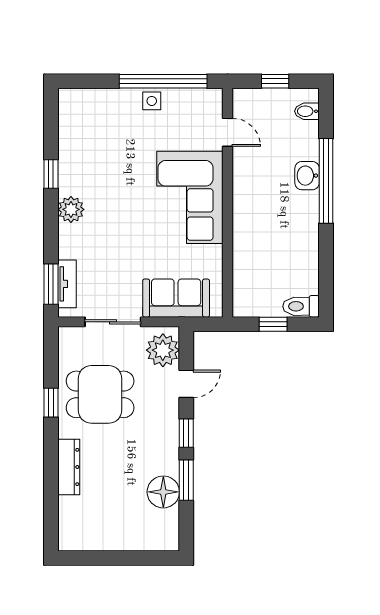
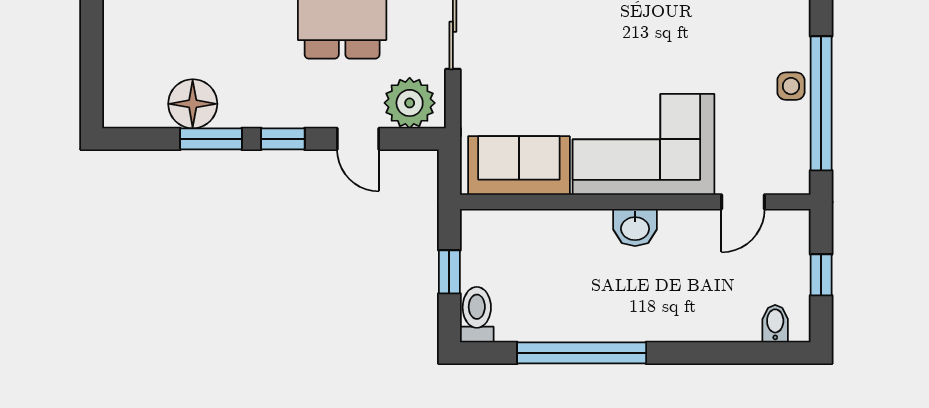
washbasin: (307, 176) -> (635, 228), moved, turned 180
window: (326, 181) -> (582, 353), moved
sofa: (176, 298) -> (519, 166), moved, turned -90

